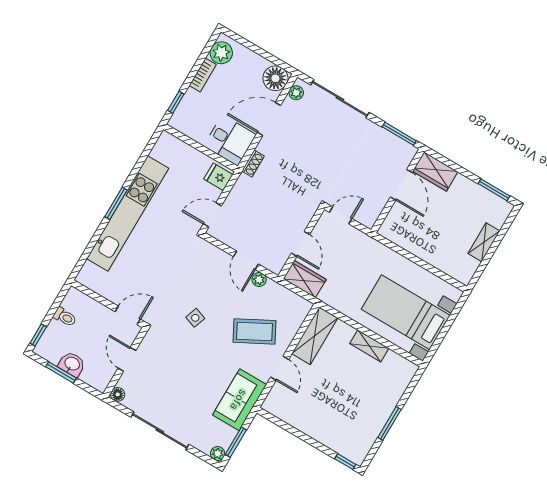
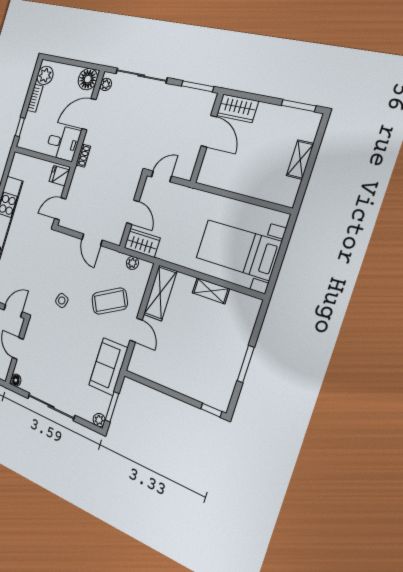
plant: (259, 280) -> (132, 263), moved

